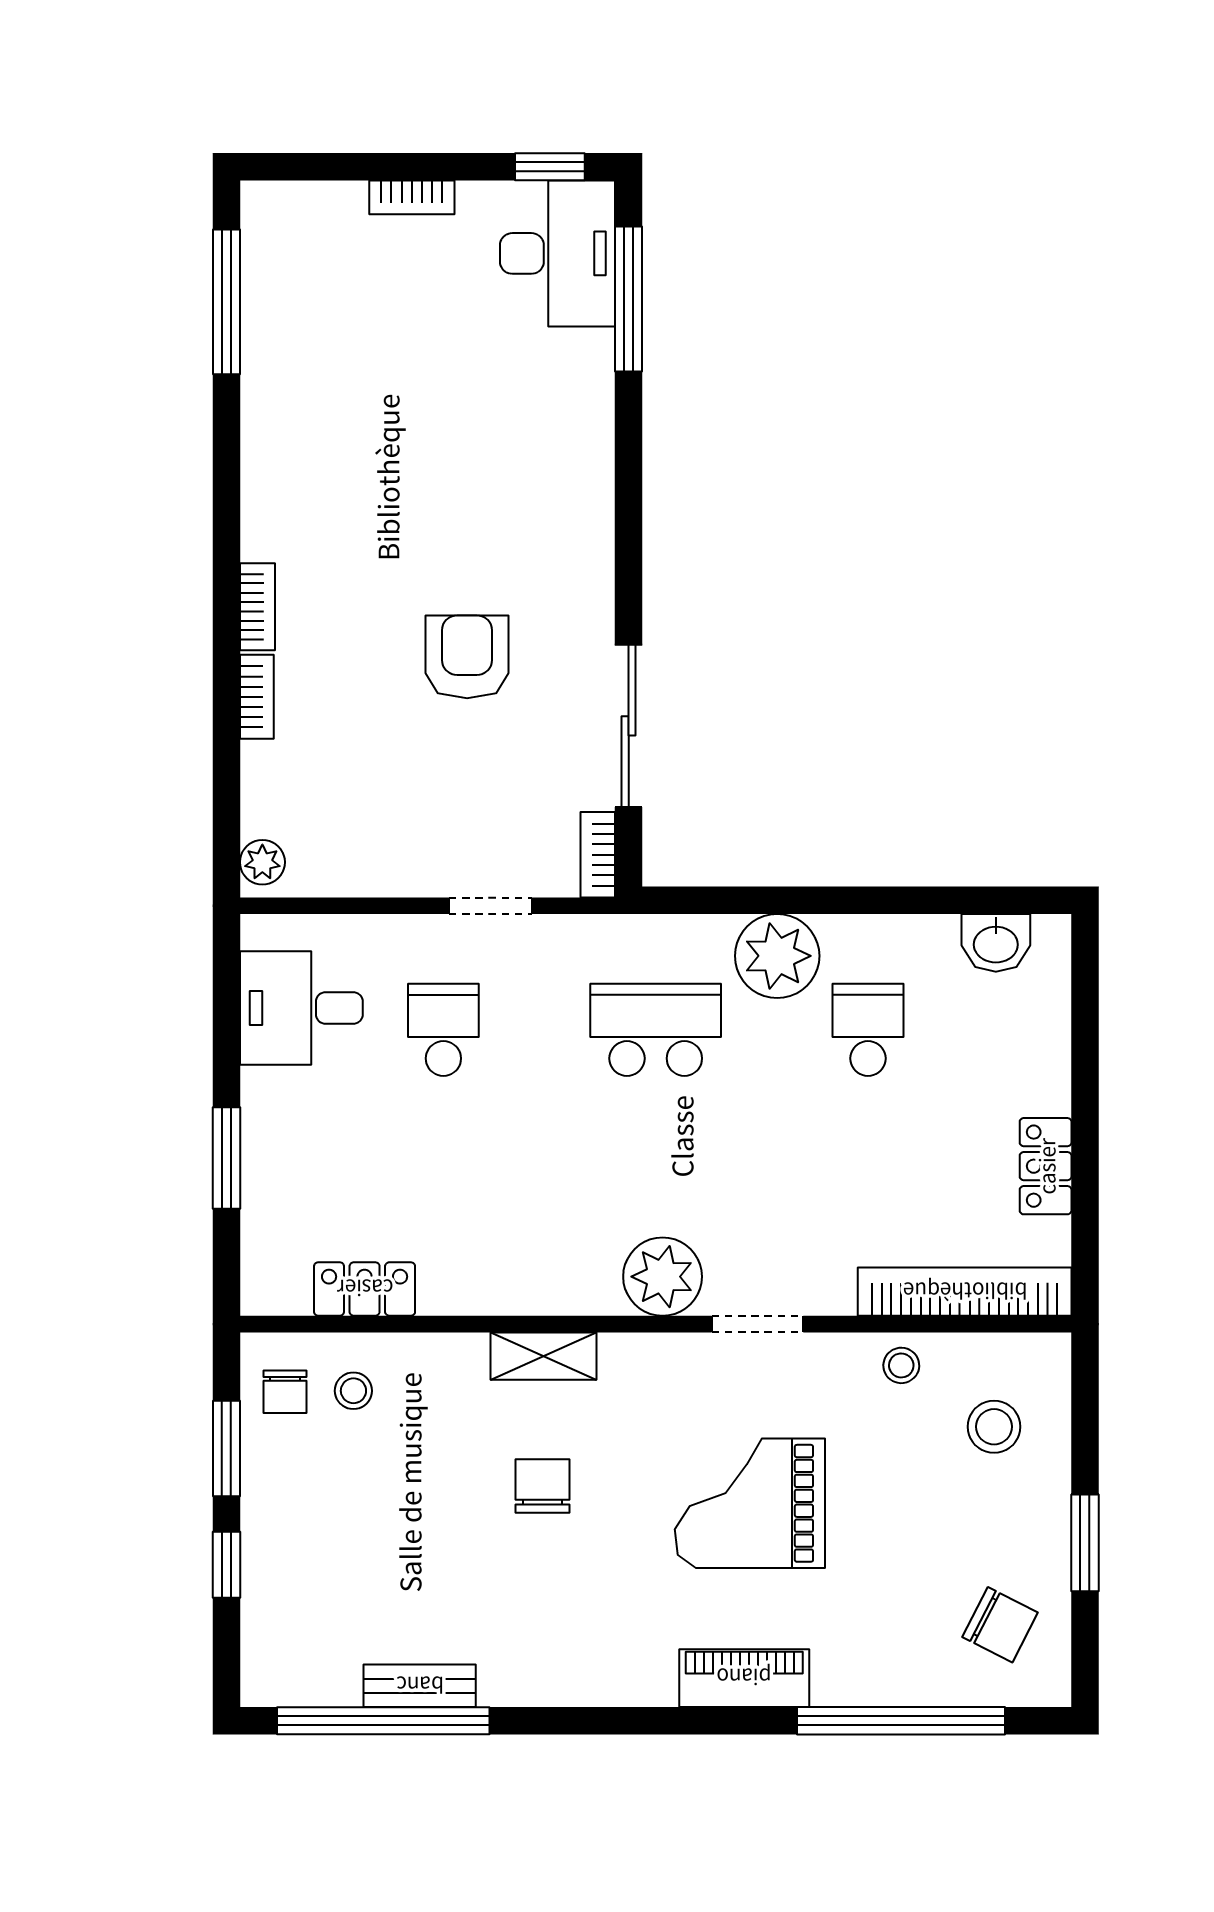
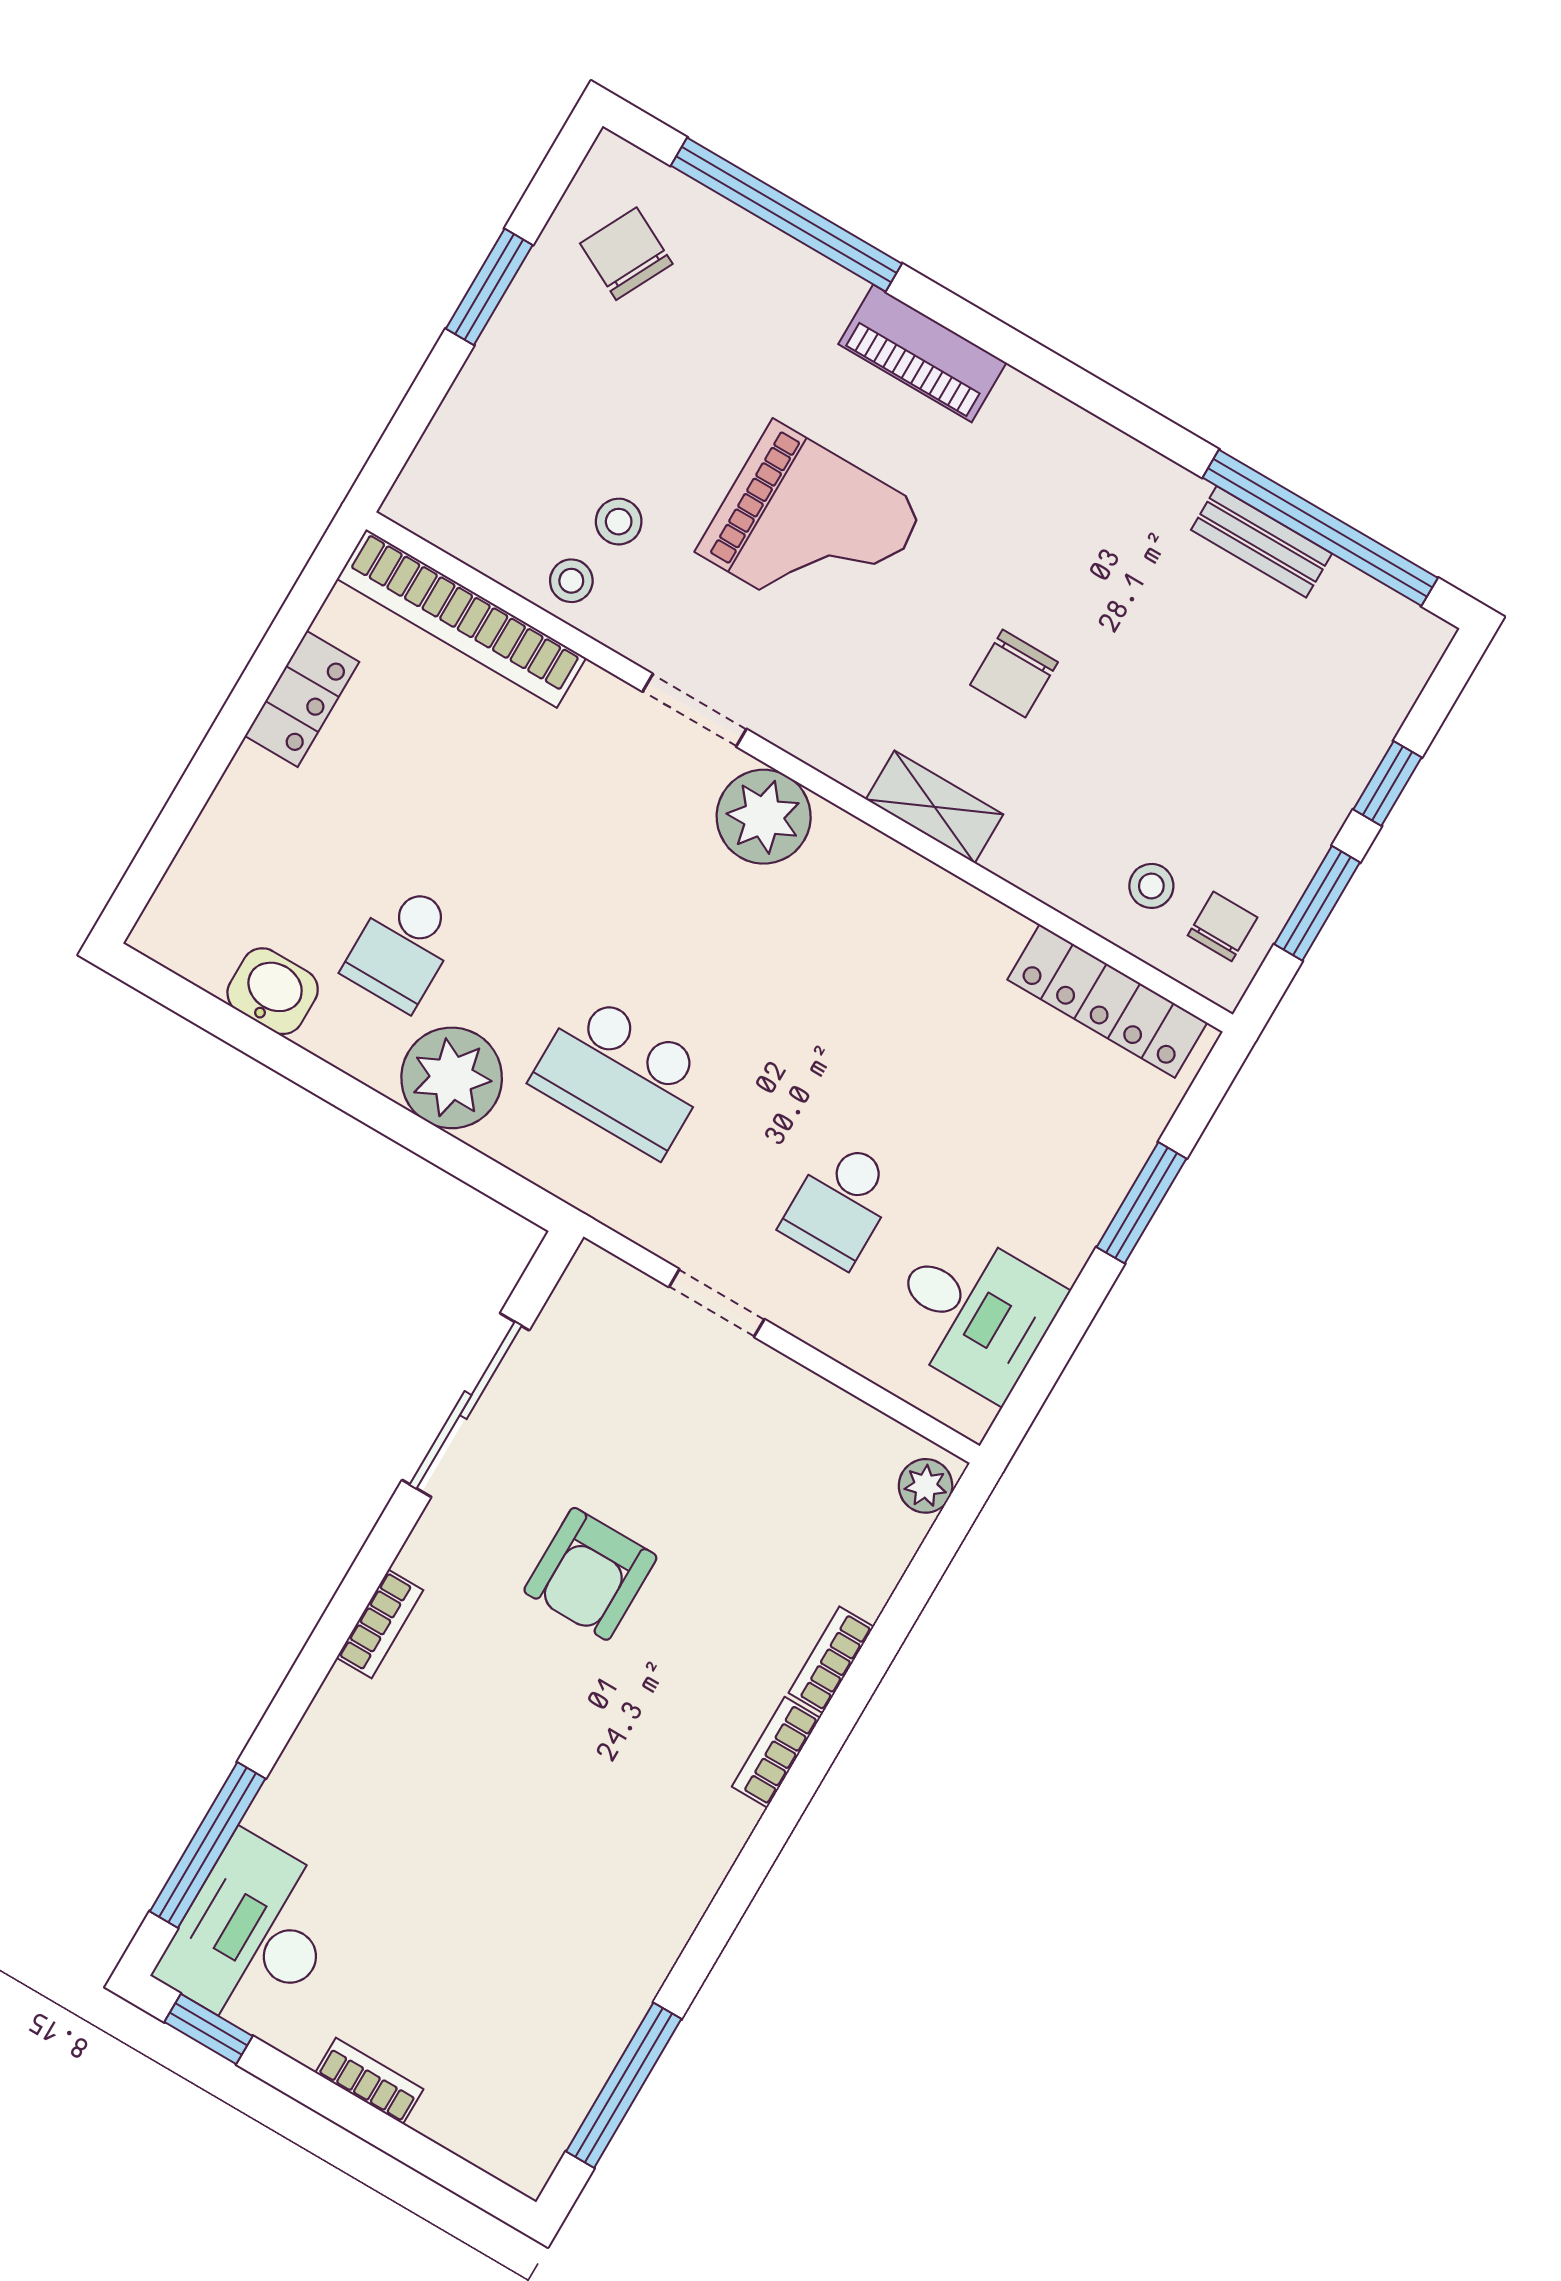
bookcase: (598, 855) -> (380, 1624), moved
washbasin: (996, 943) -> (273, 991), moved
locker: (365, 1289) -> (1107, 1001), width x1.53
stool: (994, 1427) -> (619, 522), moved, width x0.73, depth x0.73

